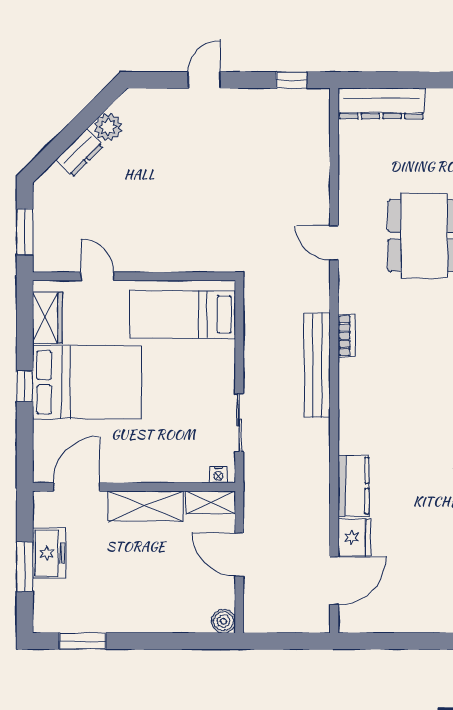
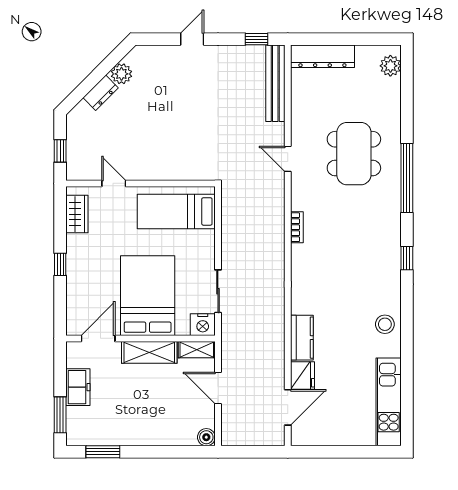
window: (25, 232) -> (60, 151), width x0.67
bench: (317, 365) -> (275, 83), moved
bed: (87, 382) -> (148, 296), moved, turned -90
nightstand: (218, 475) -> (203, 325), width x1.89, depth x1.79
window: (25, 567) -> (60, 415), moved

